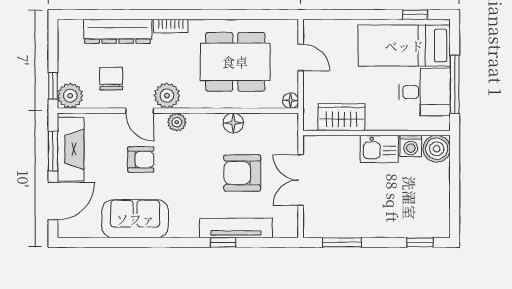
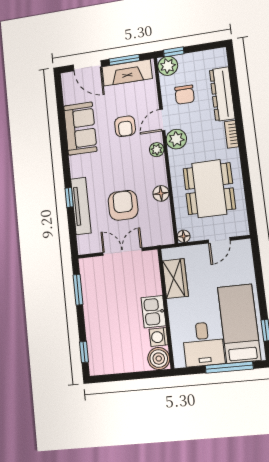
chair: (111, 79) -> (185, 95), turned 90
window: (455, 84) -> (229, 367), moved

